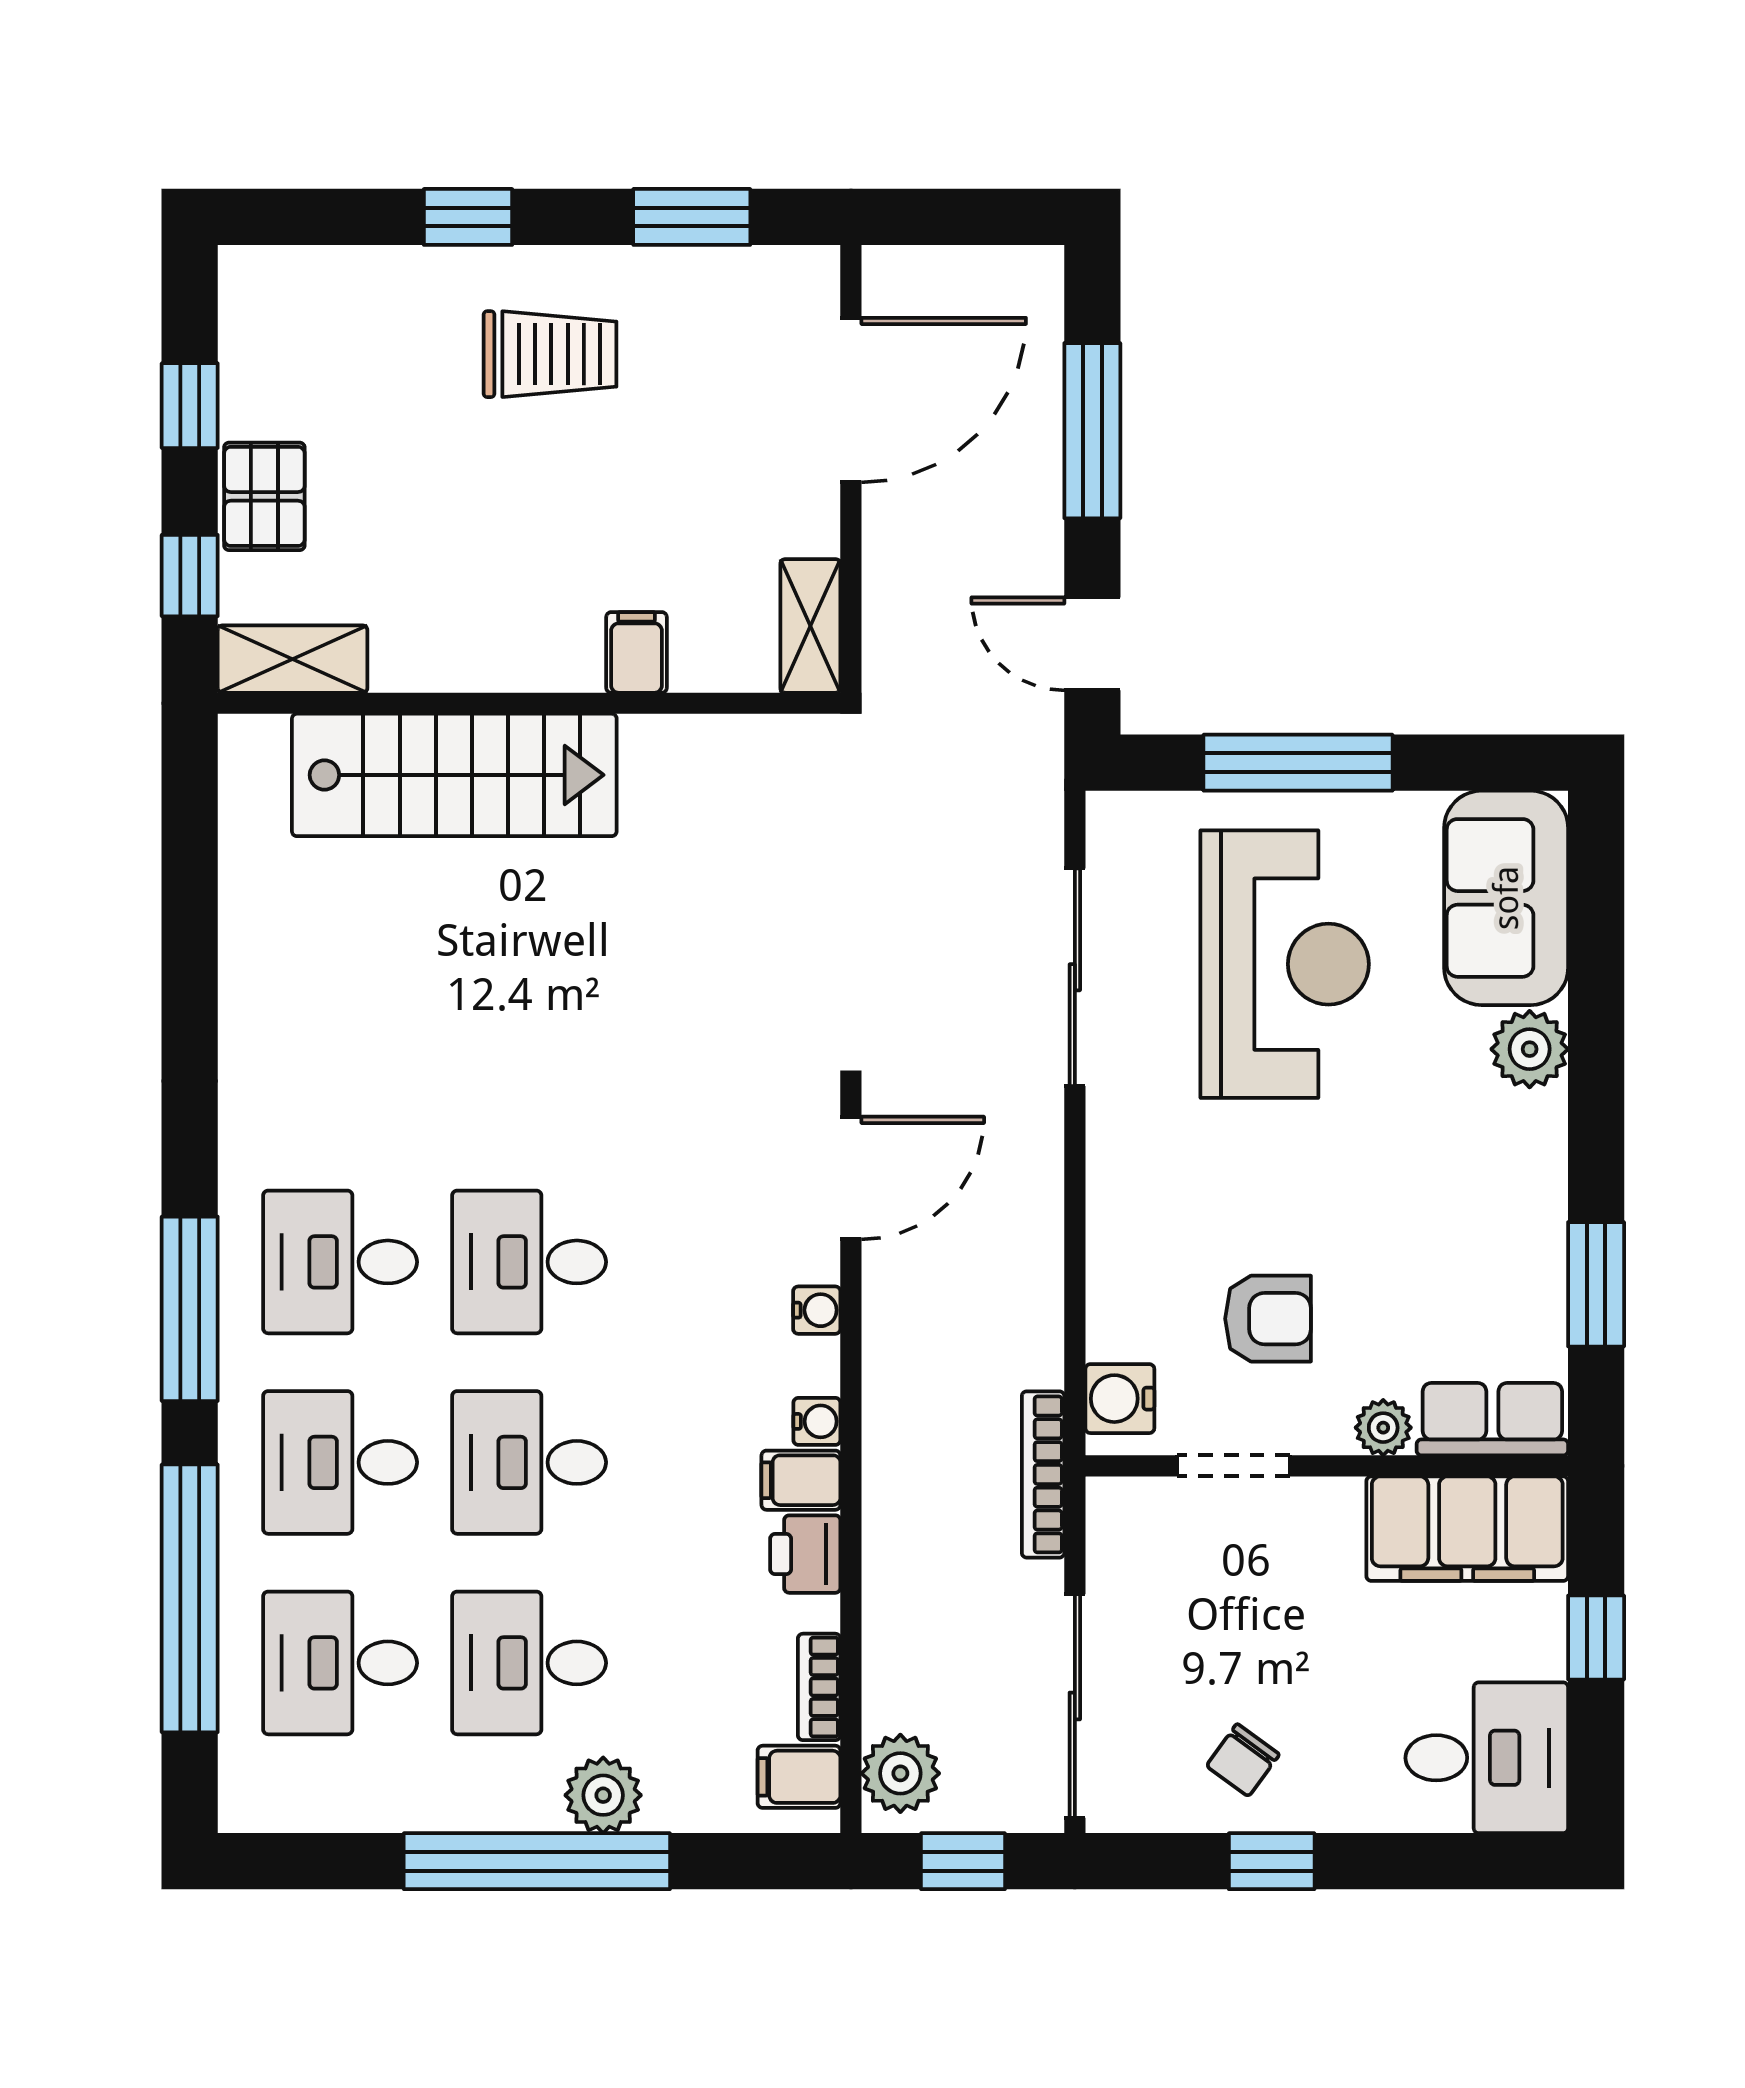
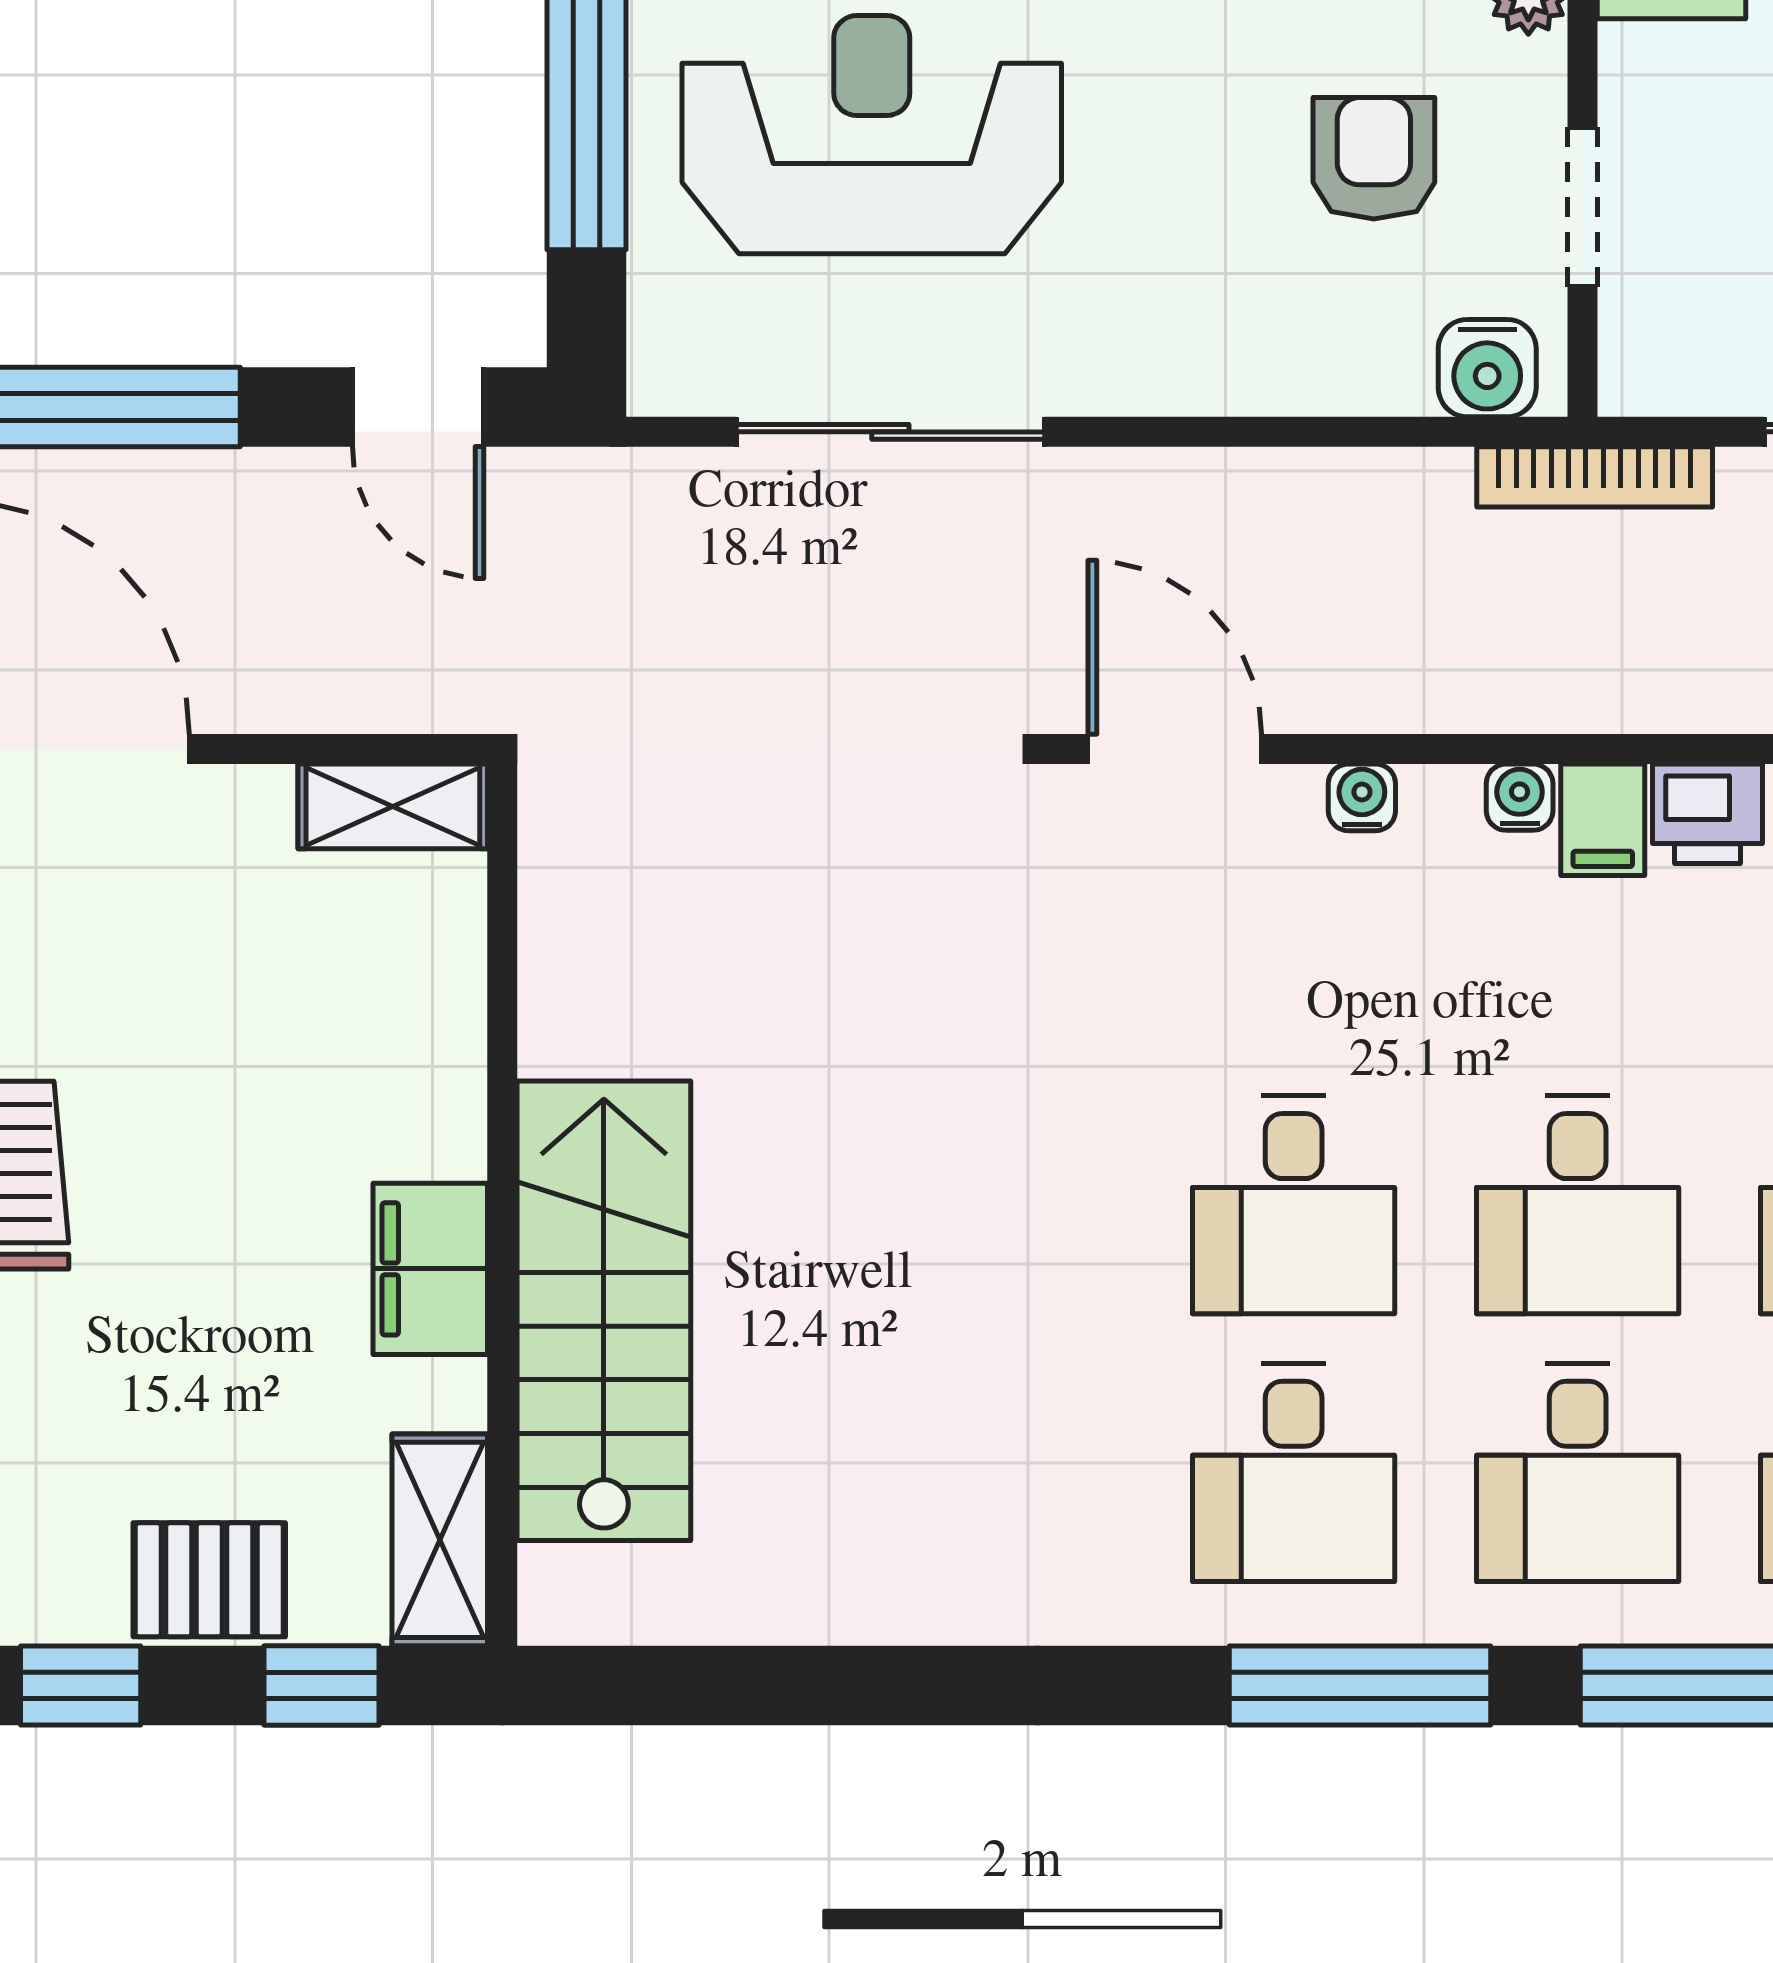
door: (1092, 644) -> (418, 407), hinge flipped
filing cabinet: (637, 652) -> (430, 1269), moved, width x2.00

